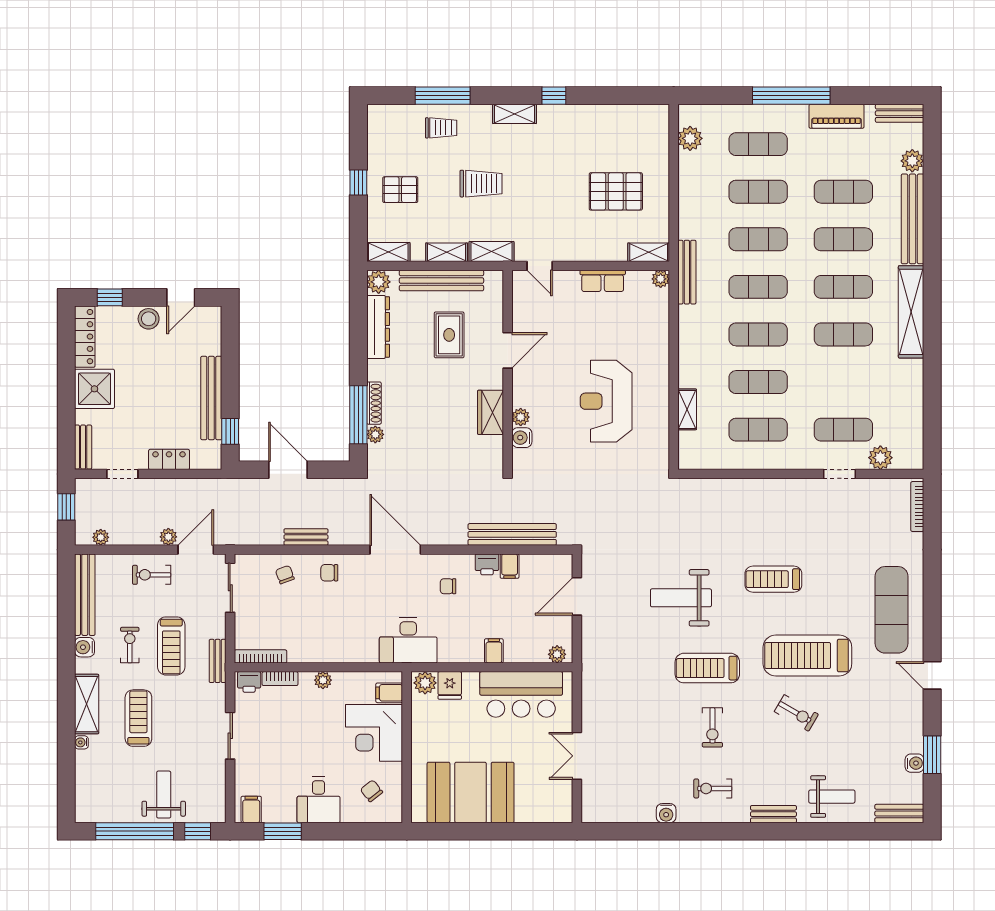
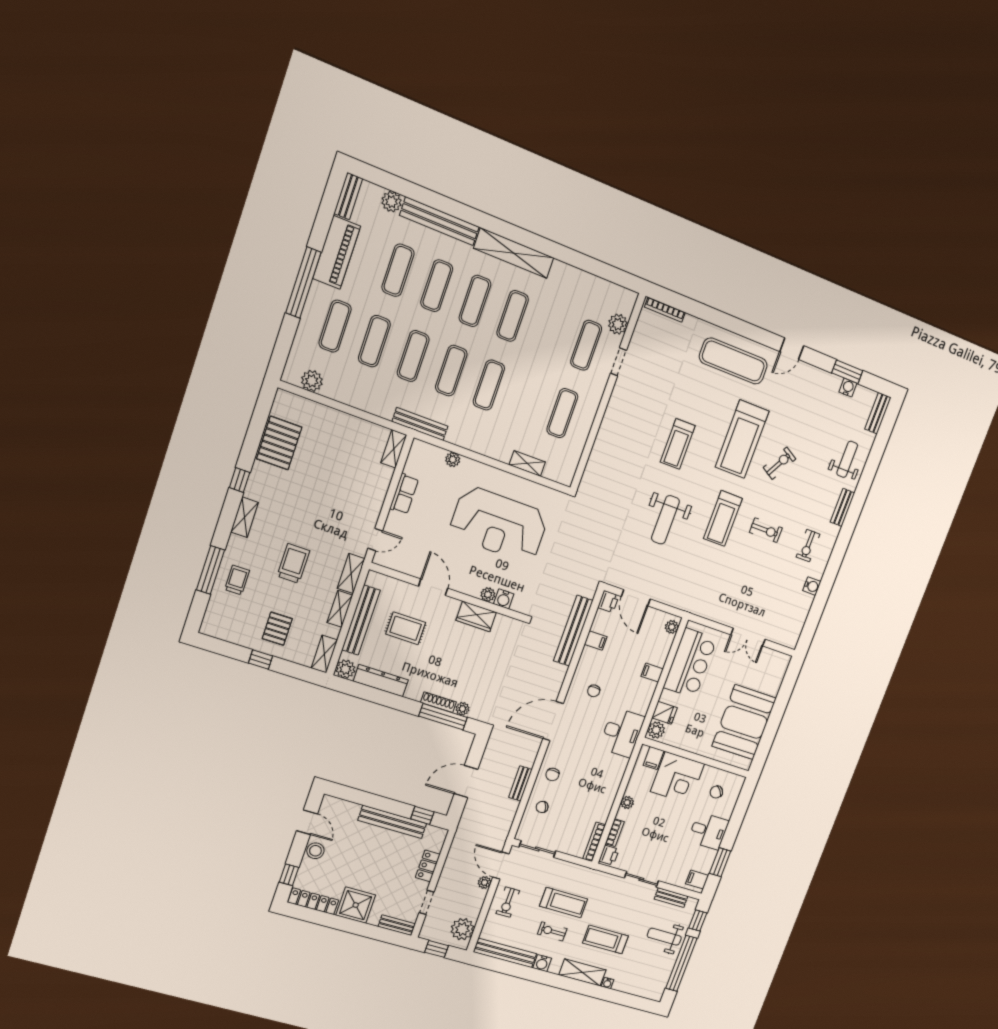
piano: (836, 116) -> (337, 252), width x1.37, depth x1.33
pallet: (616, 191) -> (279, 443), moved
plant: (661, 279) -> (453, 460), moved
exercise mat: (758, 382) -> (526, 399), removed
reception desk: (606, 401) -> (499, 524), width x1.36, depth x1.30
plant: (101, 537) -> (462, 929), width x1.88, depth x1.88
printer: (487, 564) -> (608, 602), moved
bench: (218, 661) -> (671, 898), moved

